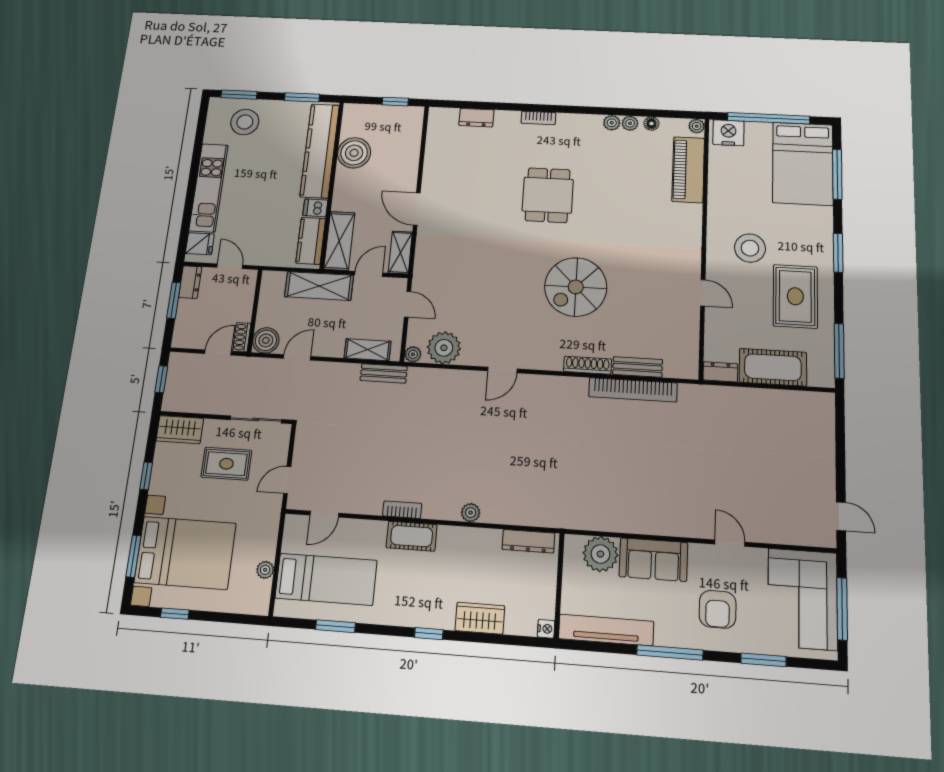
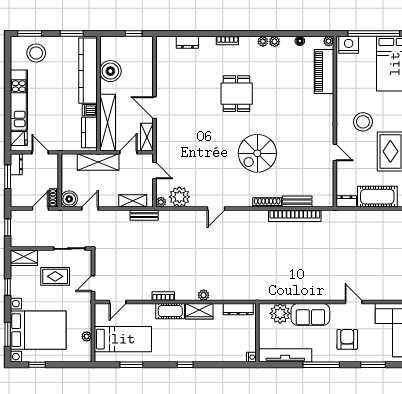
plant: (630, 123) -> (263, 41), moved
shelving: (339, 241) -> (108, 123), width x1.47
armchair: (718, 609) -> (347, 339), turned 180
wardrobe: (480, 618) -> (199, 311), moved, turned 180

